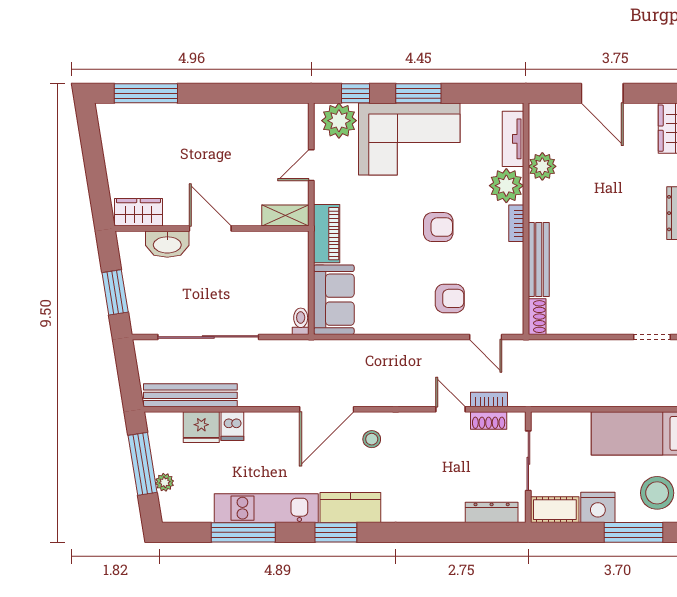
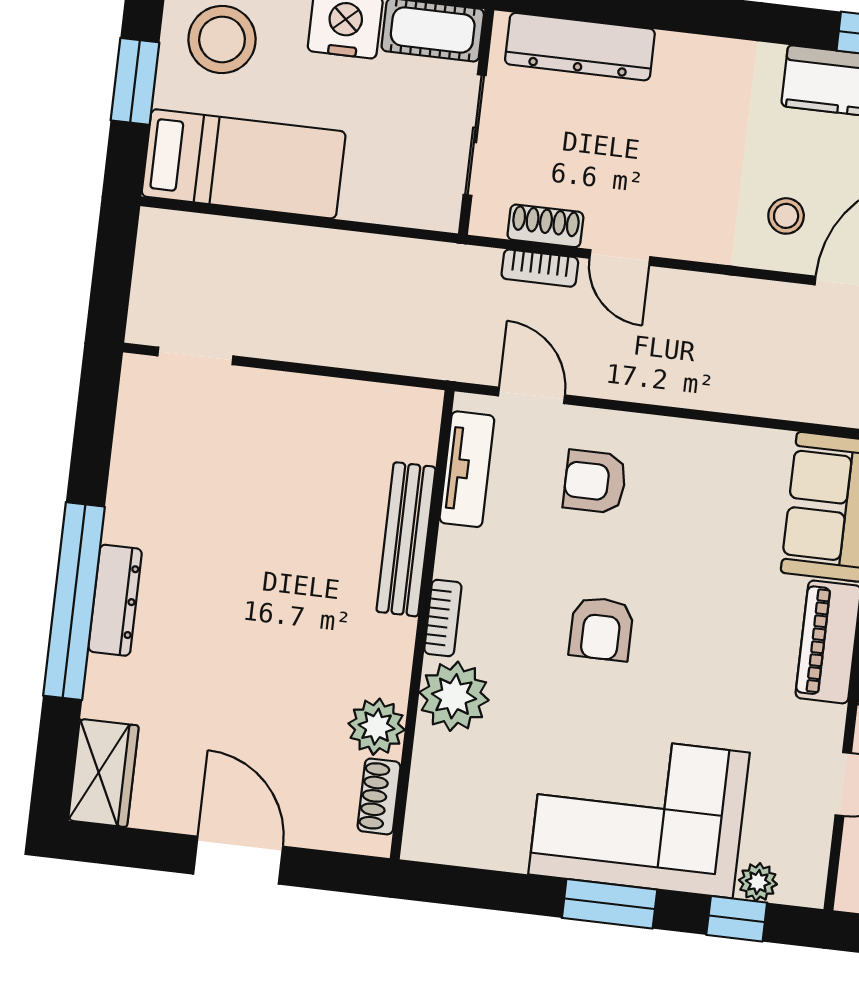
plant: (339, 121) -> (758, 882), width x0.53, depth x0.53
tv unit: (513, 139) -> (467, 469), moved
armchair: (438, 227) -> (601, 629), turned -90
shoe rack: (537, 317) -> (379, 796), moved
dresser: (492, 512) -> (580, 47), width x1.37, depth x1.24

